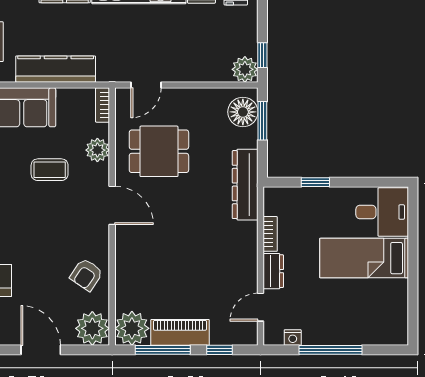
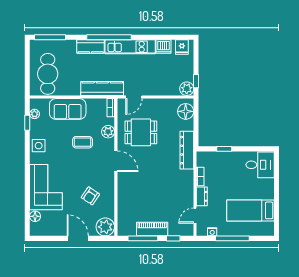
kitchen counter: (56, 69) -> (102, 89), moved
window: (262, 121) -> (196, 116), removed
bed: (364, 258) -> (250, 210), moved
armchair: (86, 275) -> (90, 196), moved
plant: (132, 328) -> (126, 227), removed

